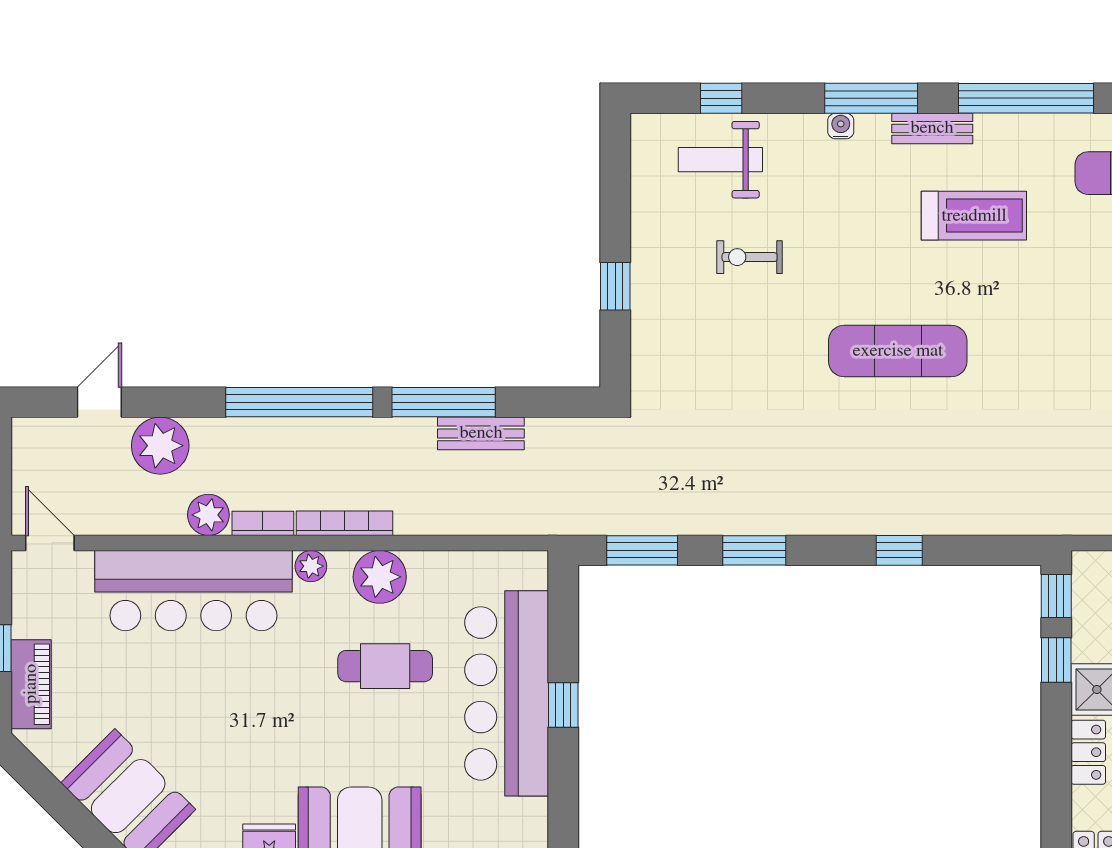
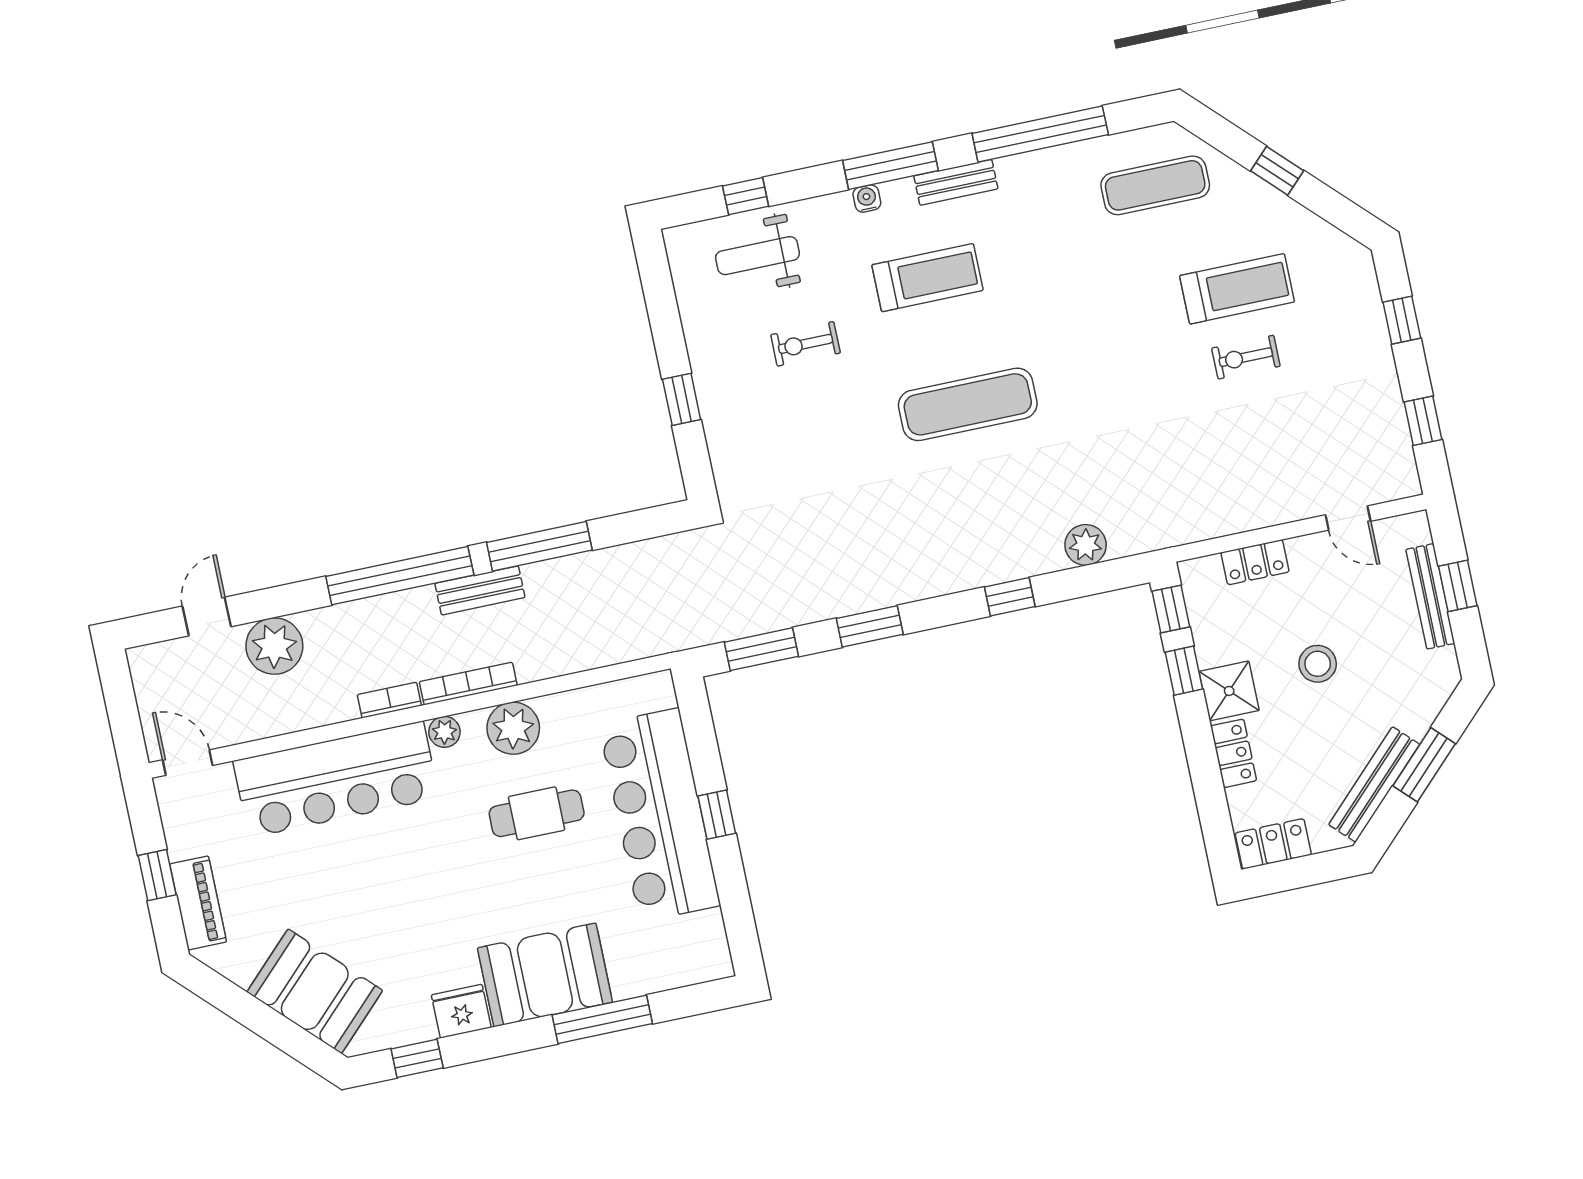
treadmill: (974, 216) -> (927, 278), moved
bench: (481, 433) -> (480, 590), moved
plant: (208, 515) -> (1086, 545), moved

